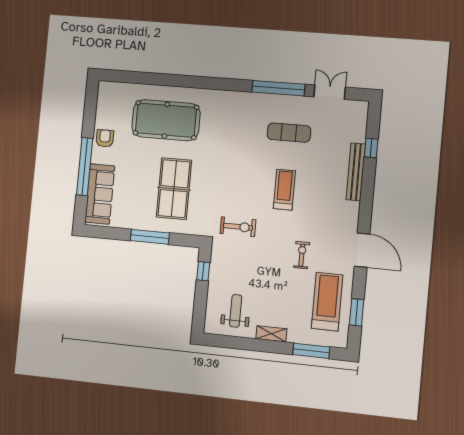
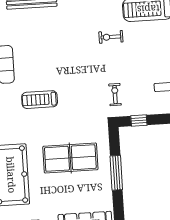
treadmill: (284, 190) -> (40, 100), moved
exercise bike: (238, 227) -> (115, 95), moved, width x0.73, depth x0.72

